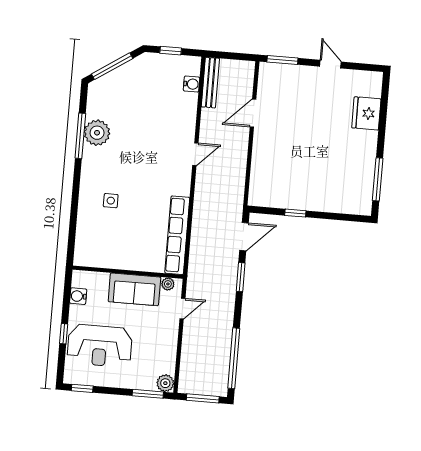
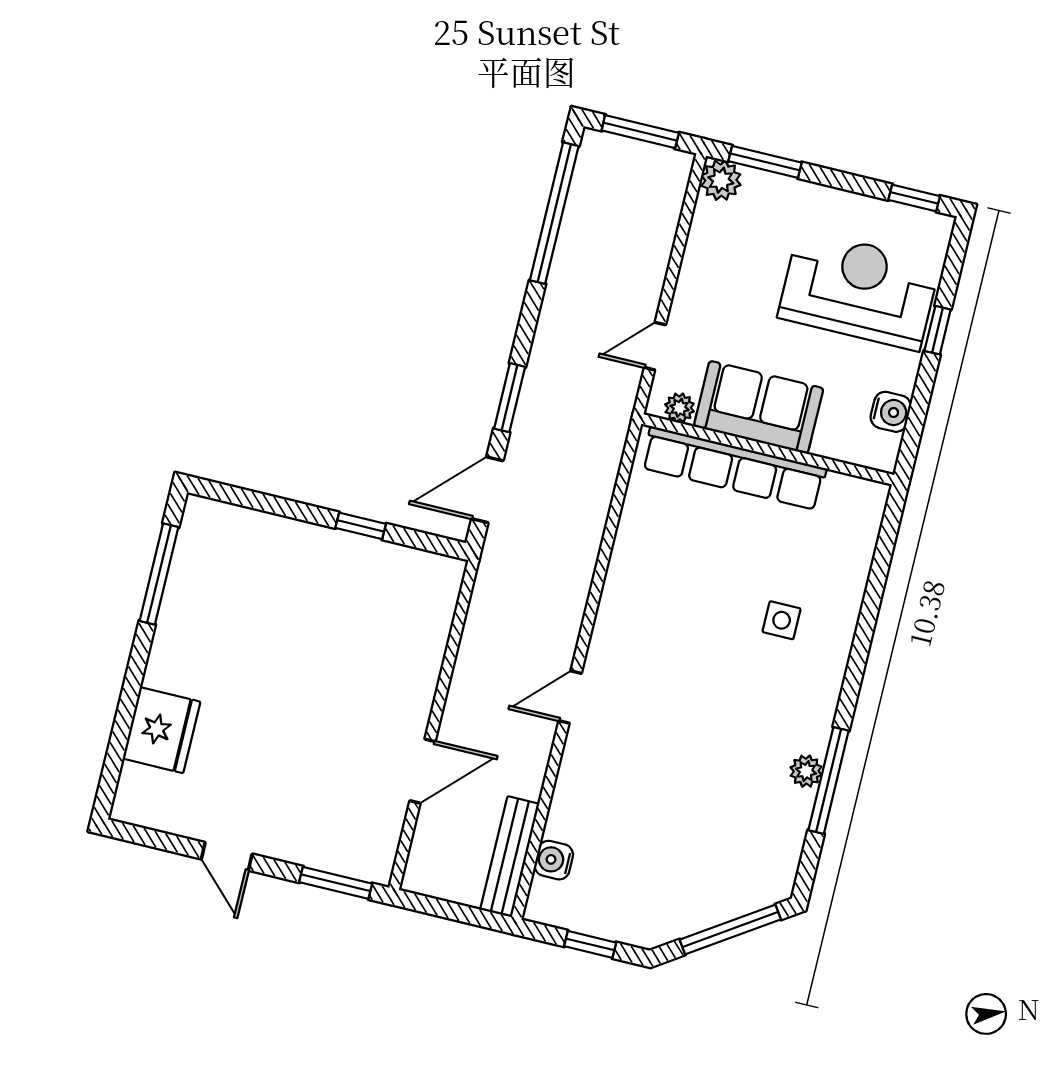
plant: (97, 133) -> (806, 771), width x0.53, depth x0.53
row of seats: (177, 235) -> (734, 468), moved, turned 90

